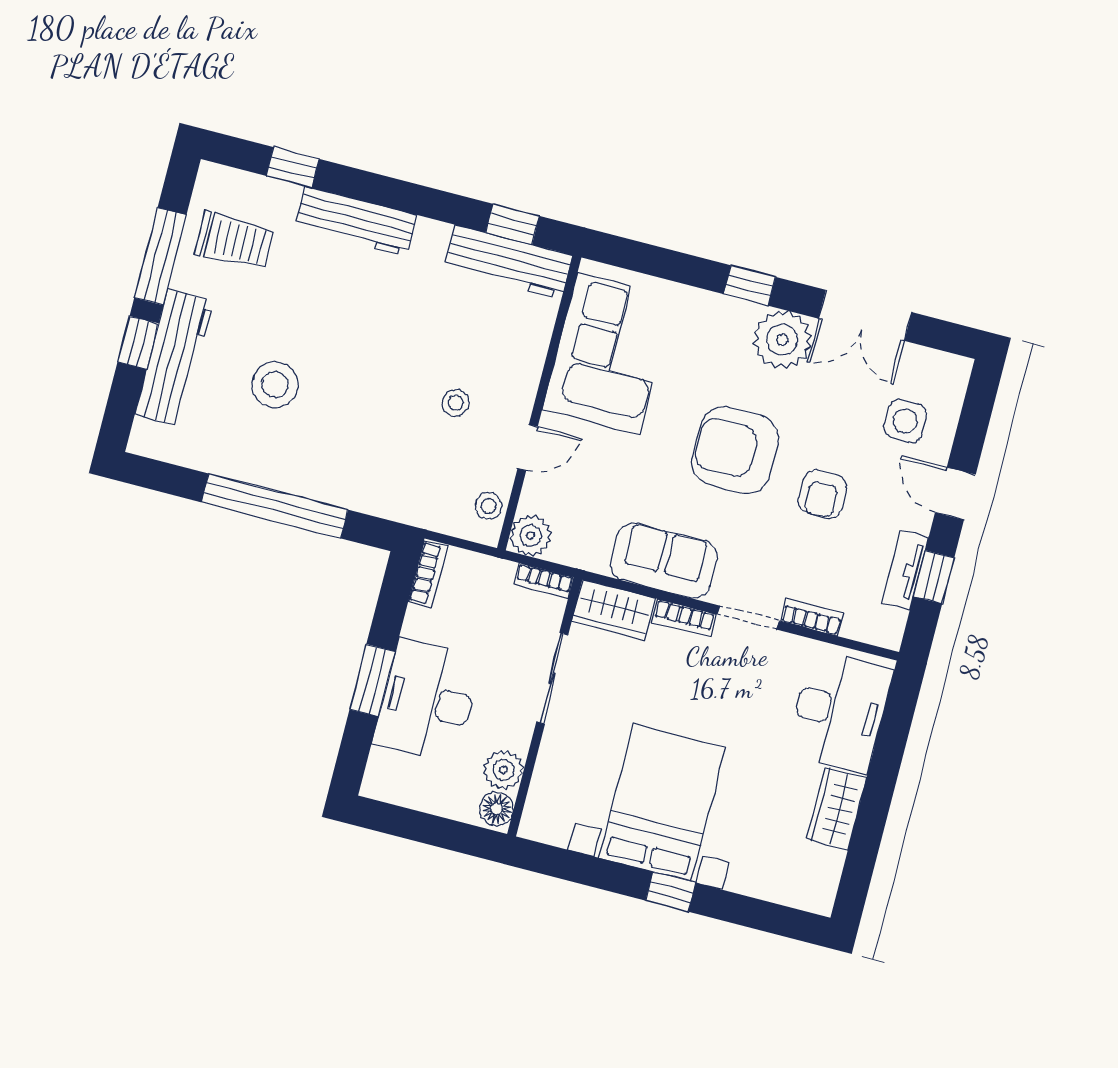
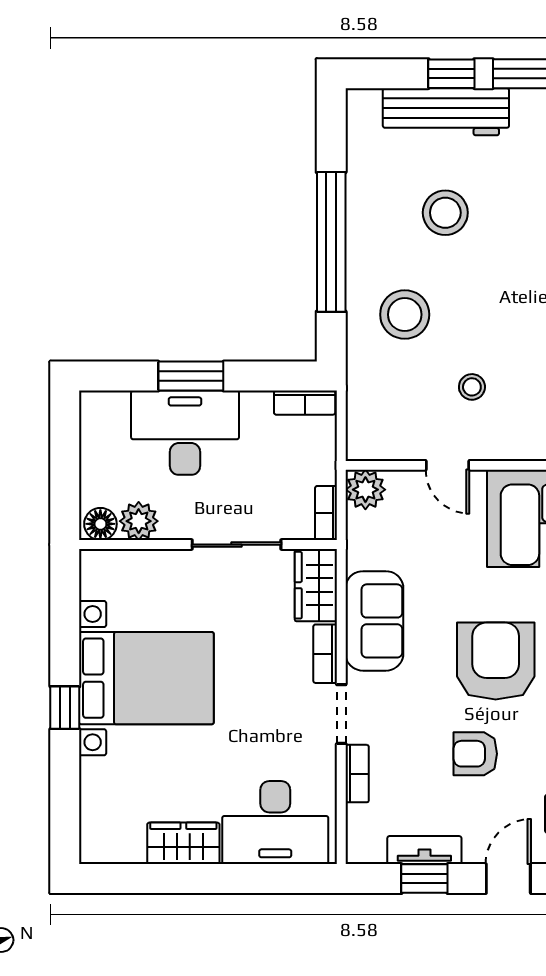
stool: (489, 506) -> (405, 315), moved, width x1.89, depth x1.89

